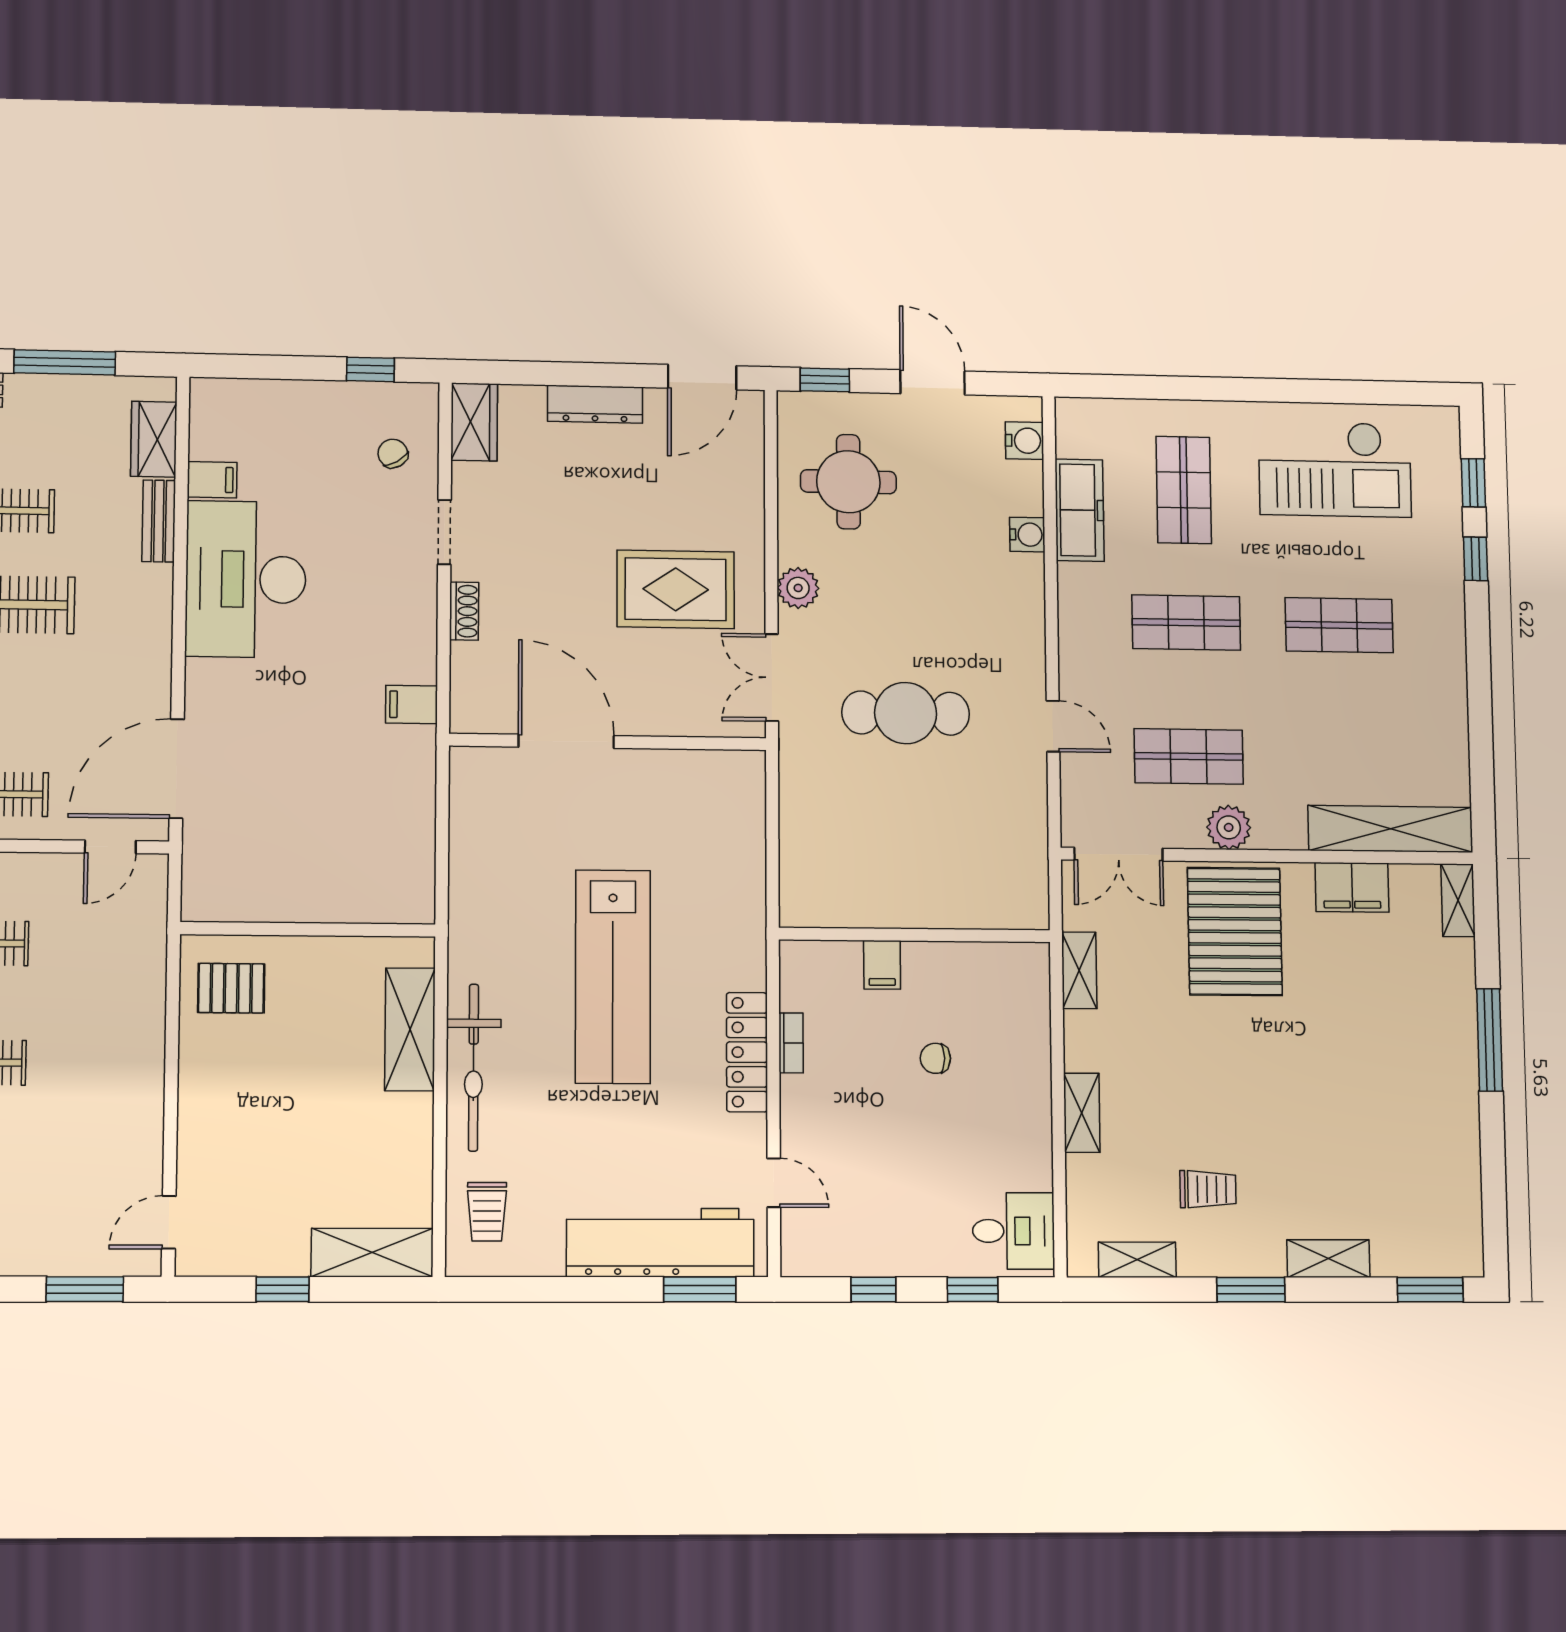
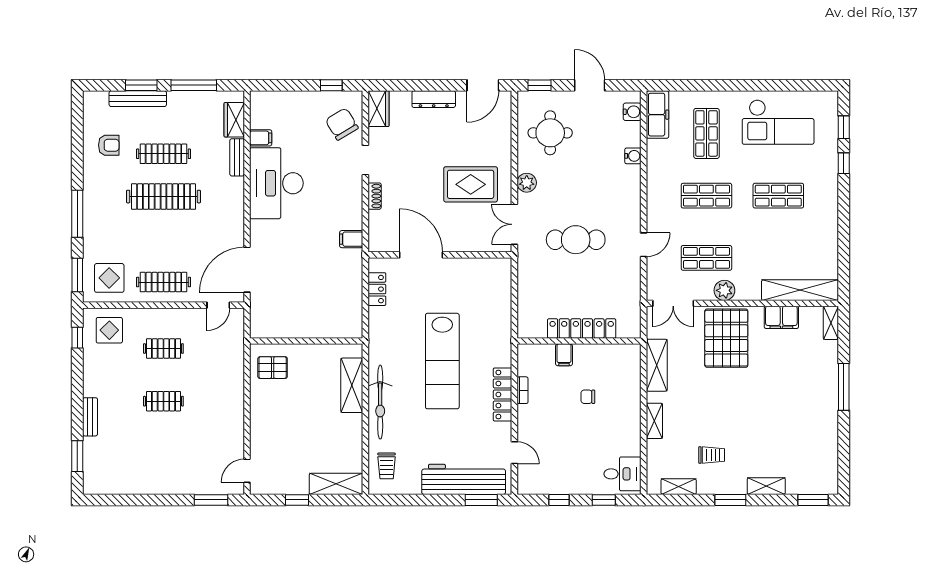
chair: (393, 453) -> (342, 124), width x1.87, depth x1.87
freezer: (1080, 510) -> (657, 115), moved
door: (1053, 726) -> (644, 245), hinge flipped
locker: (468, 815) -> (377, 289), added
locker: (920, 907) -> (582, 328), added
shelving: (1079, 970) -> (657, 365), width x1.50, depth x1.33

